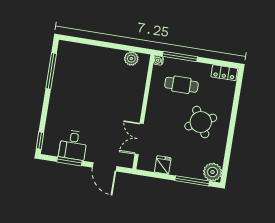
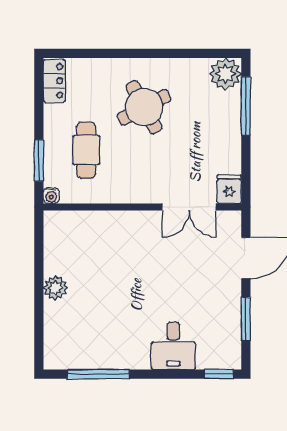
window: (180, 56) -> (39, 160), width x0.69
plant: (131, 59) -> (55, 288), moved
desk: (73, 145) -> (173, 346), moved, turned 90
fridge: (163, 165) -> (229, 189), moved, turned 90

